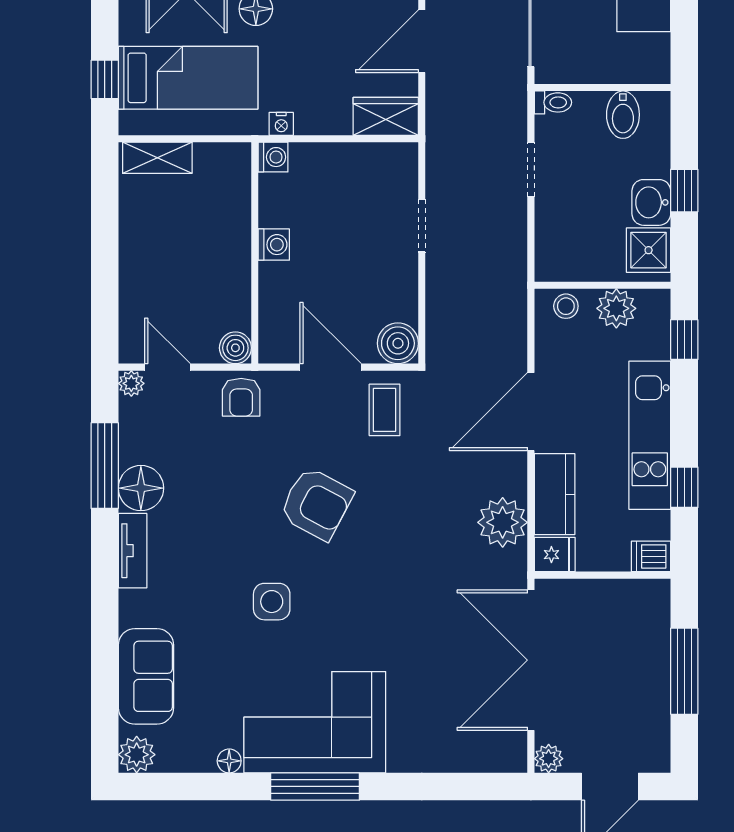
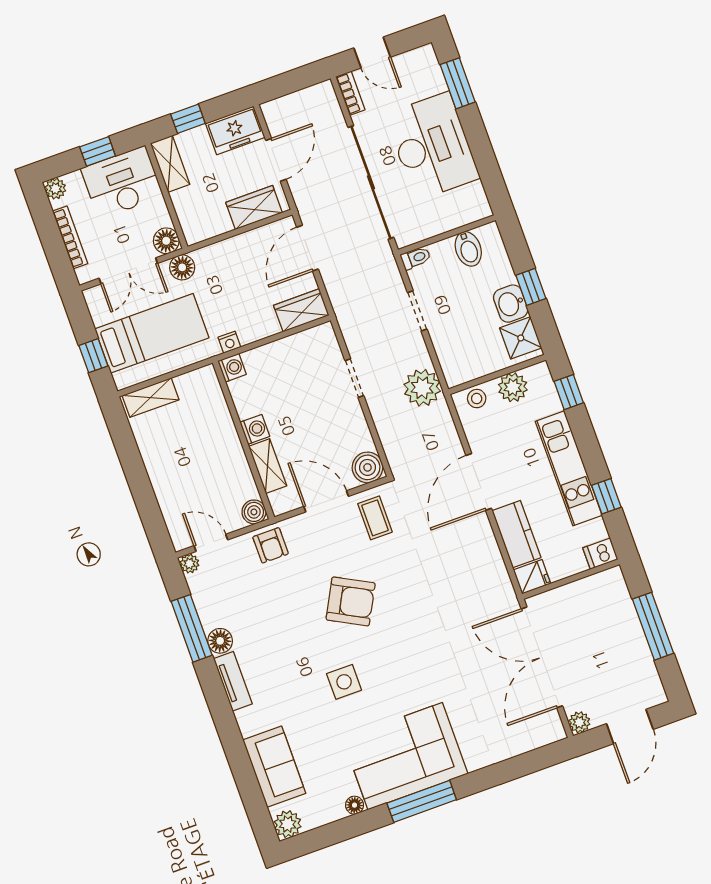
shelving: (273, 297) -> (268, 466), added
floor lamp: (141, 488) -> (220, 641), width x0.73, depth x0.73
plant: (503, 522) -> (422, 388), moved

